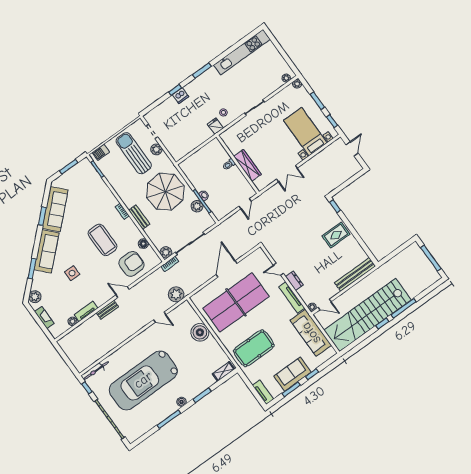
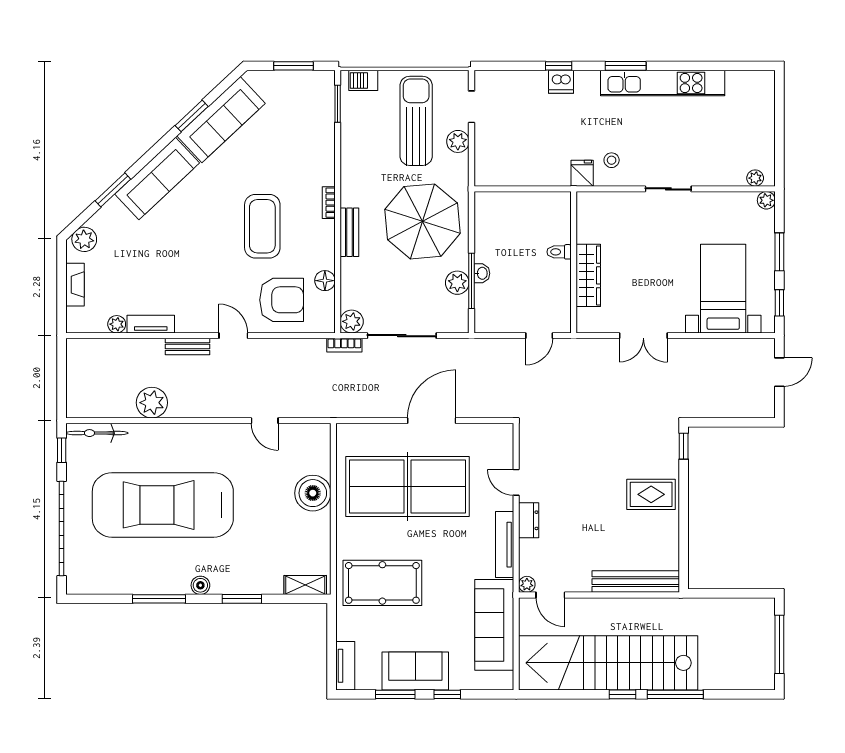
kitchen unit: (242, 52) -> (663, 83), moved
side table: (72, 273) -> (173, 245), removed
plant: (176, 294) -> (152, 403), moved

